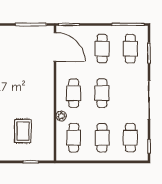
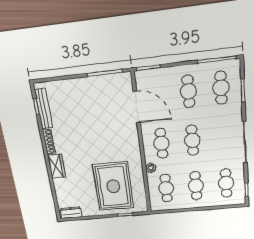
door: (55, 47) -> (137, 107), moved
rug: (23, 131) -> (113, 186), width x1.86, depth x2.06

